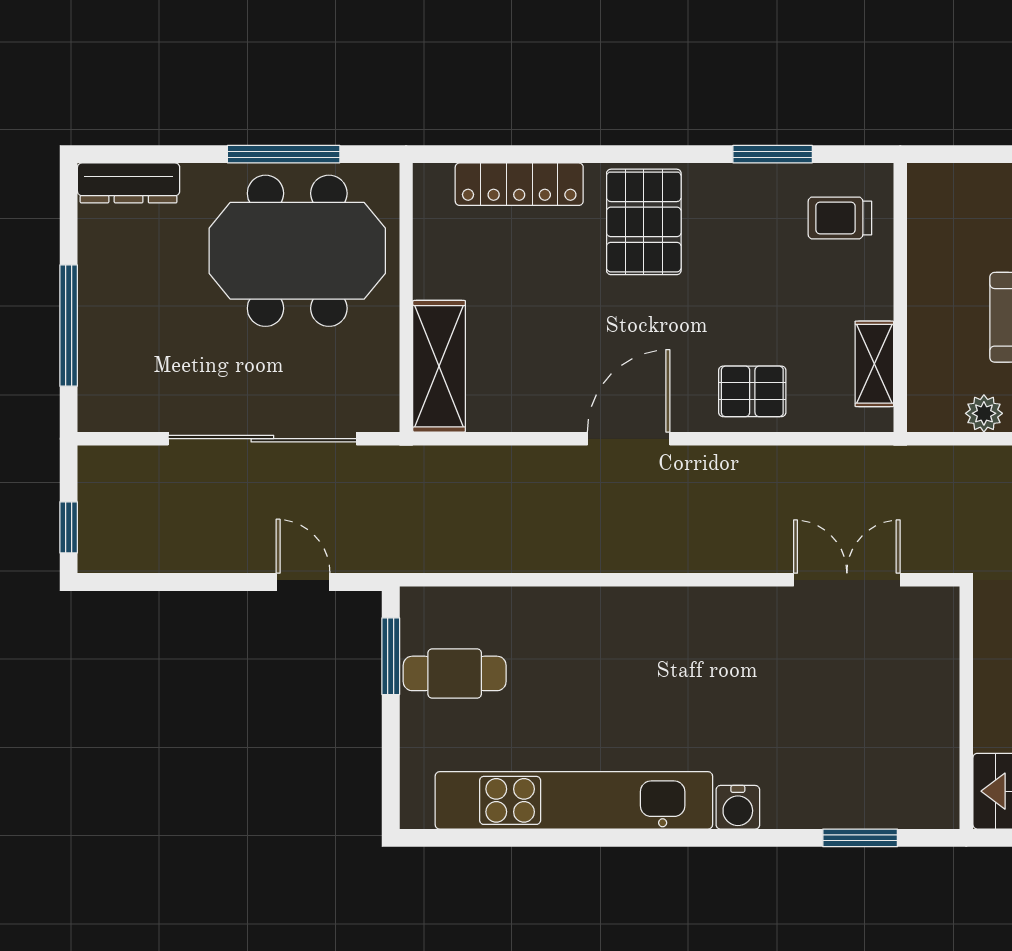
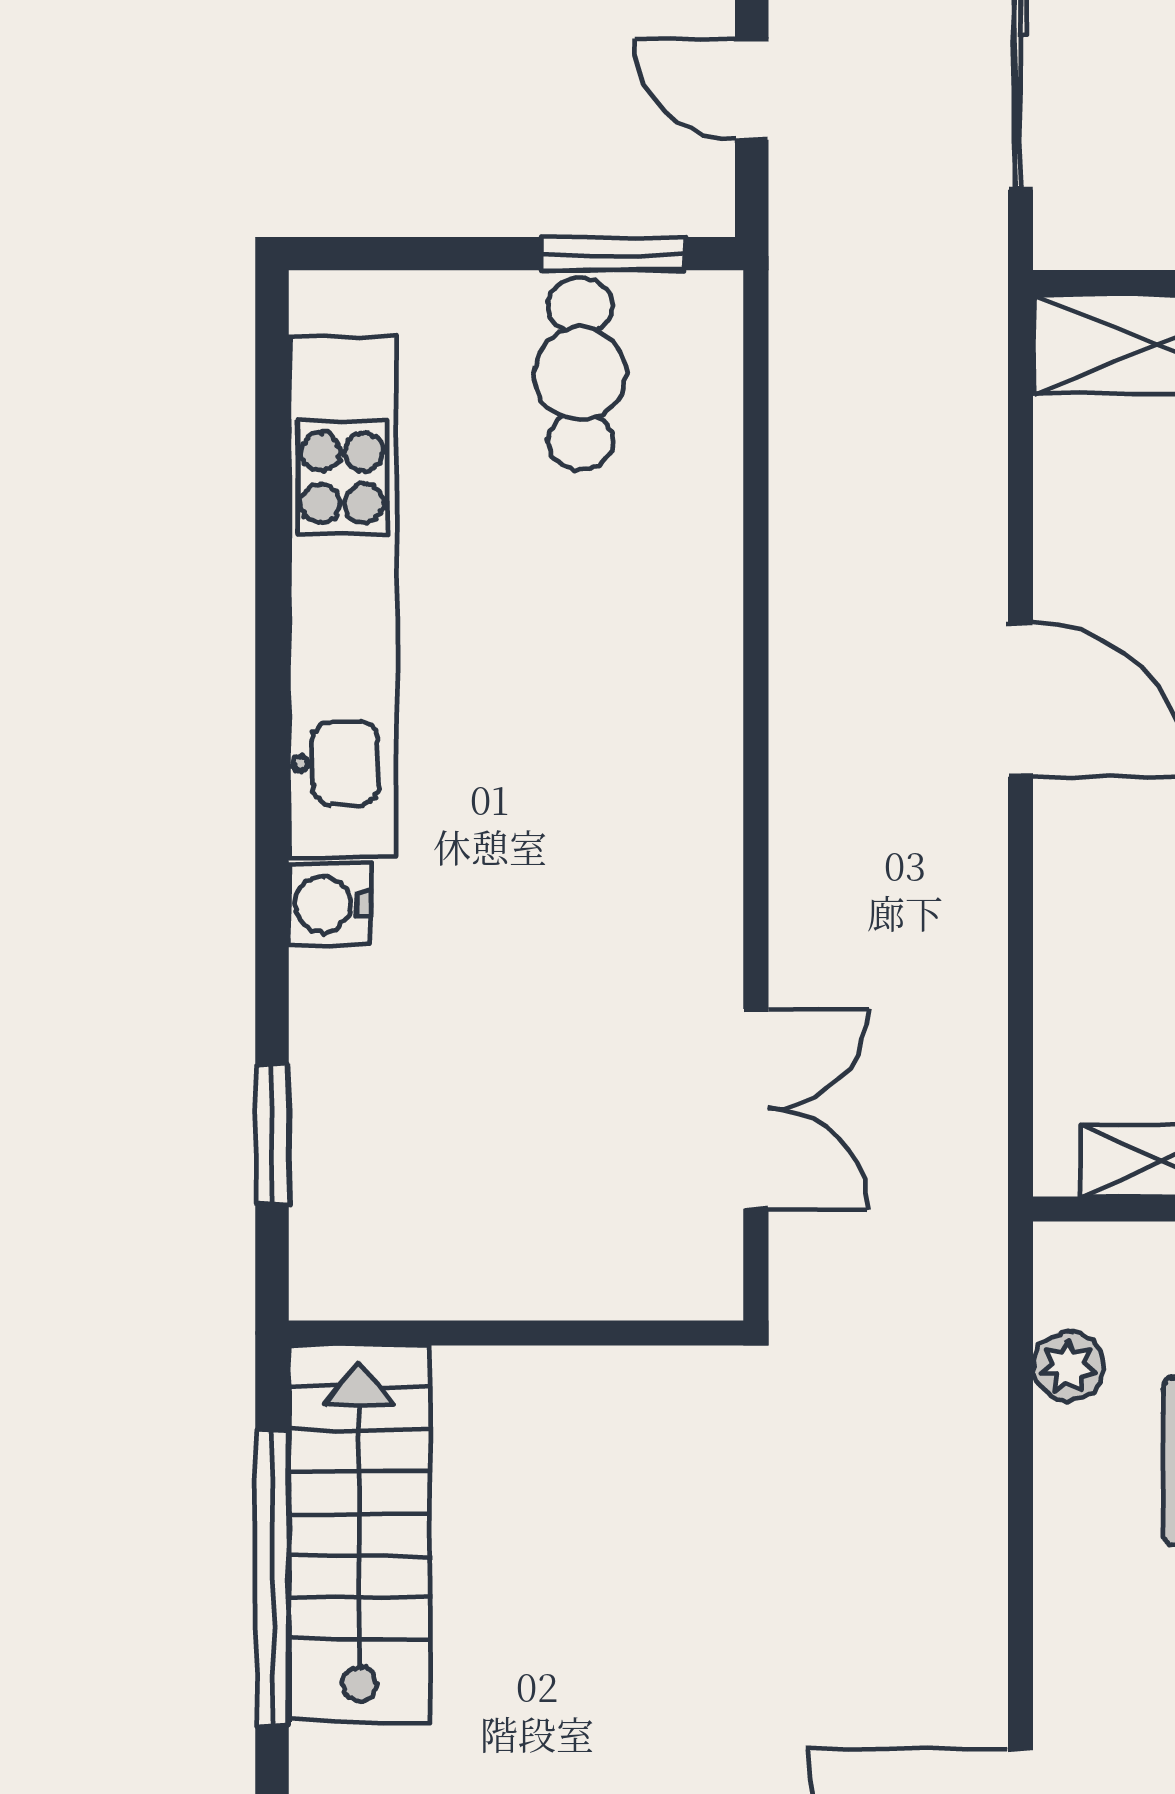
pallet: (752, 391) -> (1109, 932), removed
door: (303, 582) -> (752, 89), swing flipped

